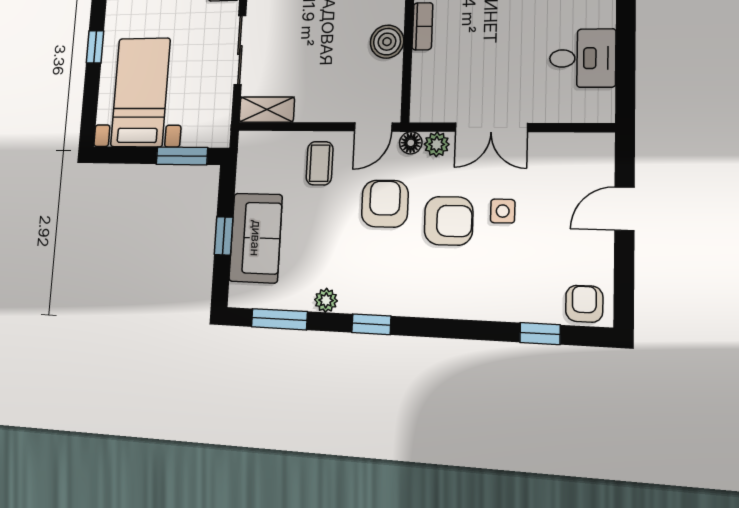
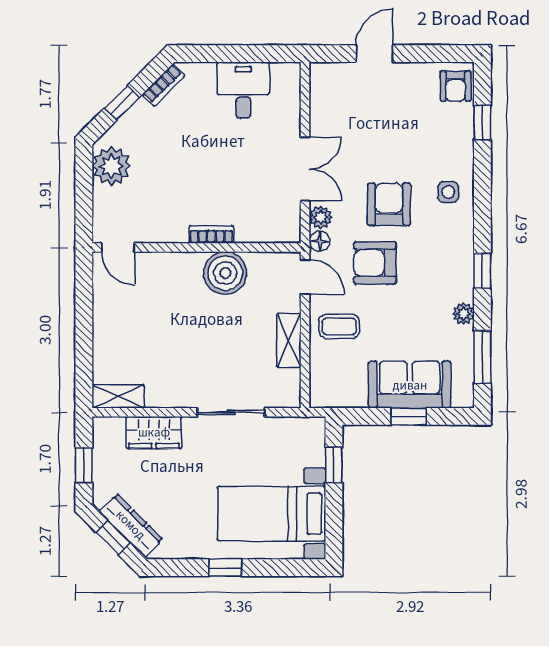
boiler: (387, 42) -> (225, 273), width x1.37, depth x1.37
shelving: (267, 110) -> (289, 341), moved
window: (182, 156) -> (334, 465), width x0.67
door: (624, 209) -> (375, 54), swing flipped
side table: (503, 211) -> (448, 192), moved
armchair: (584, 304) -> (456, 86), turned -90

